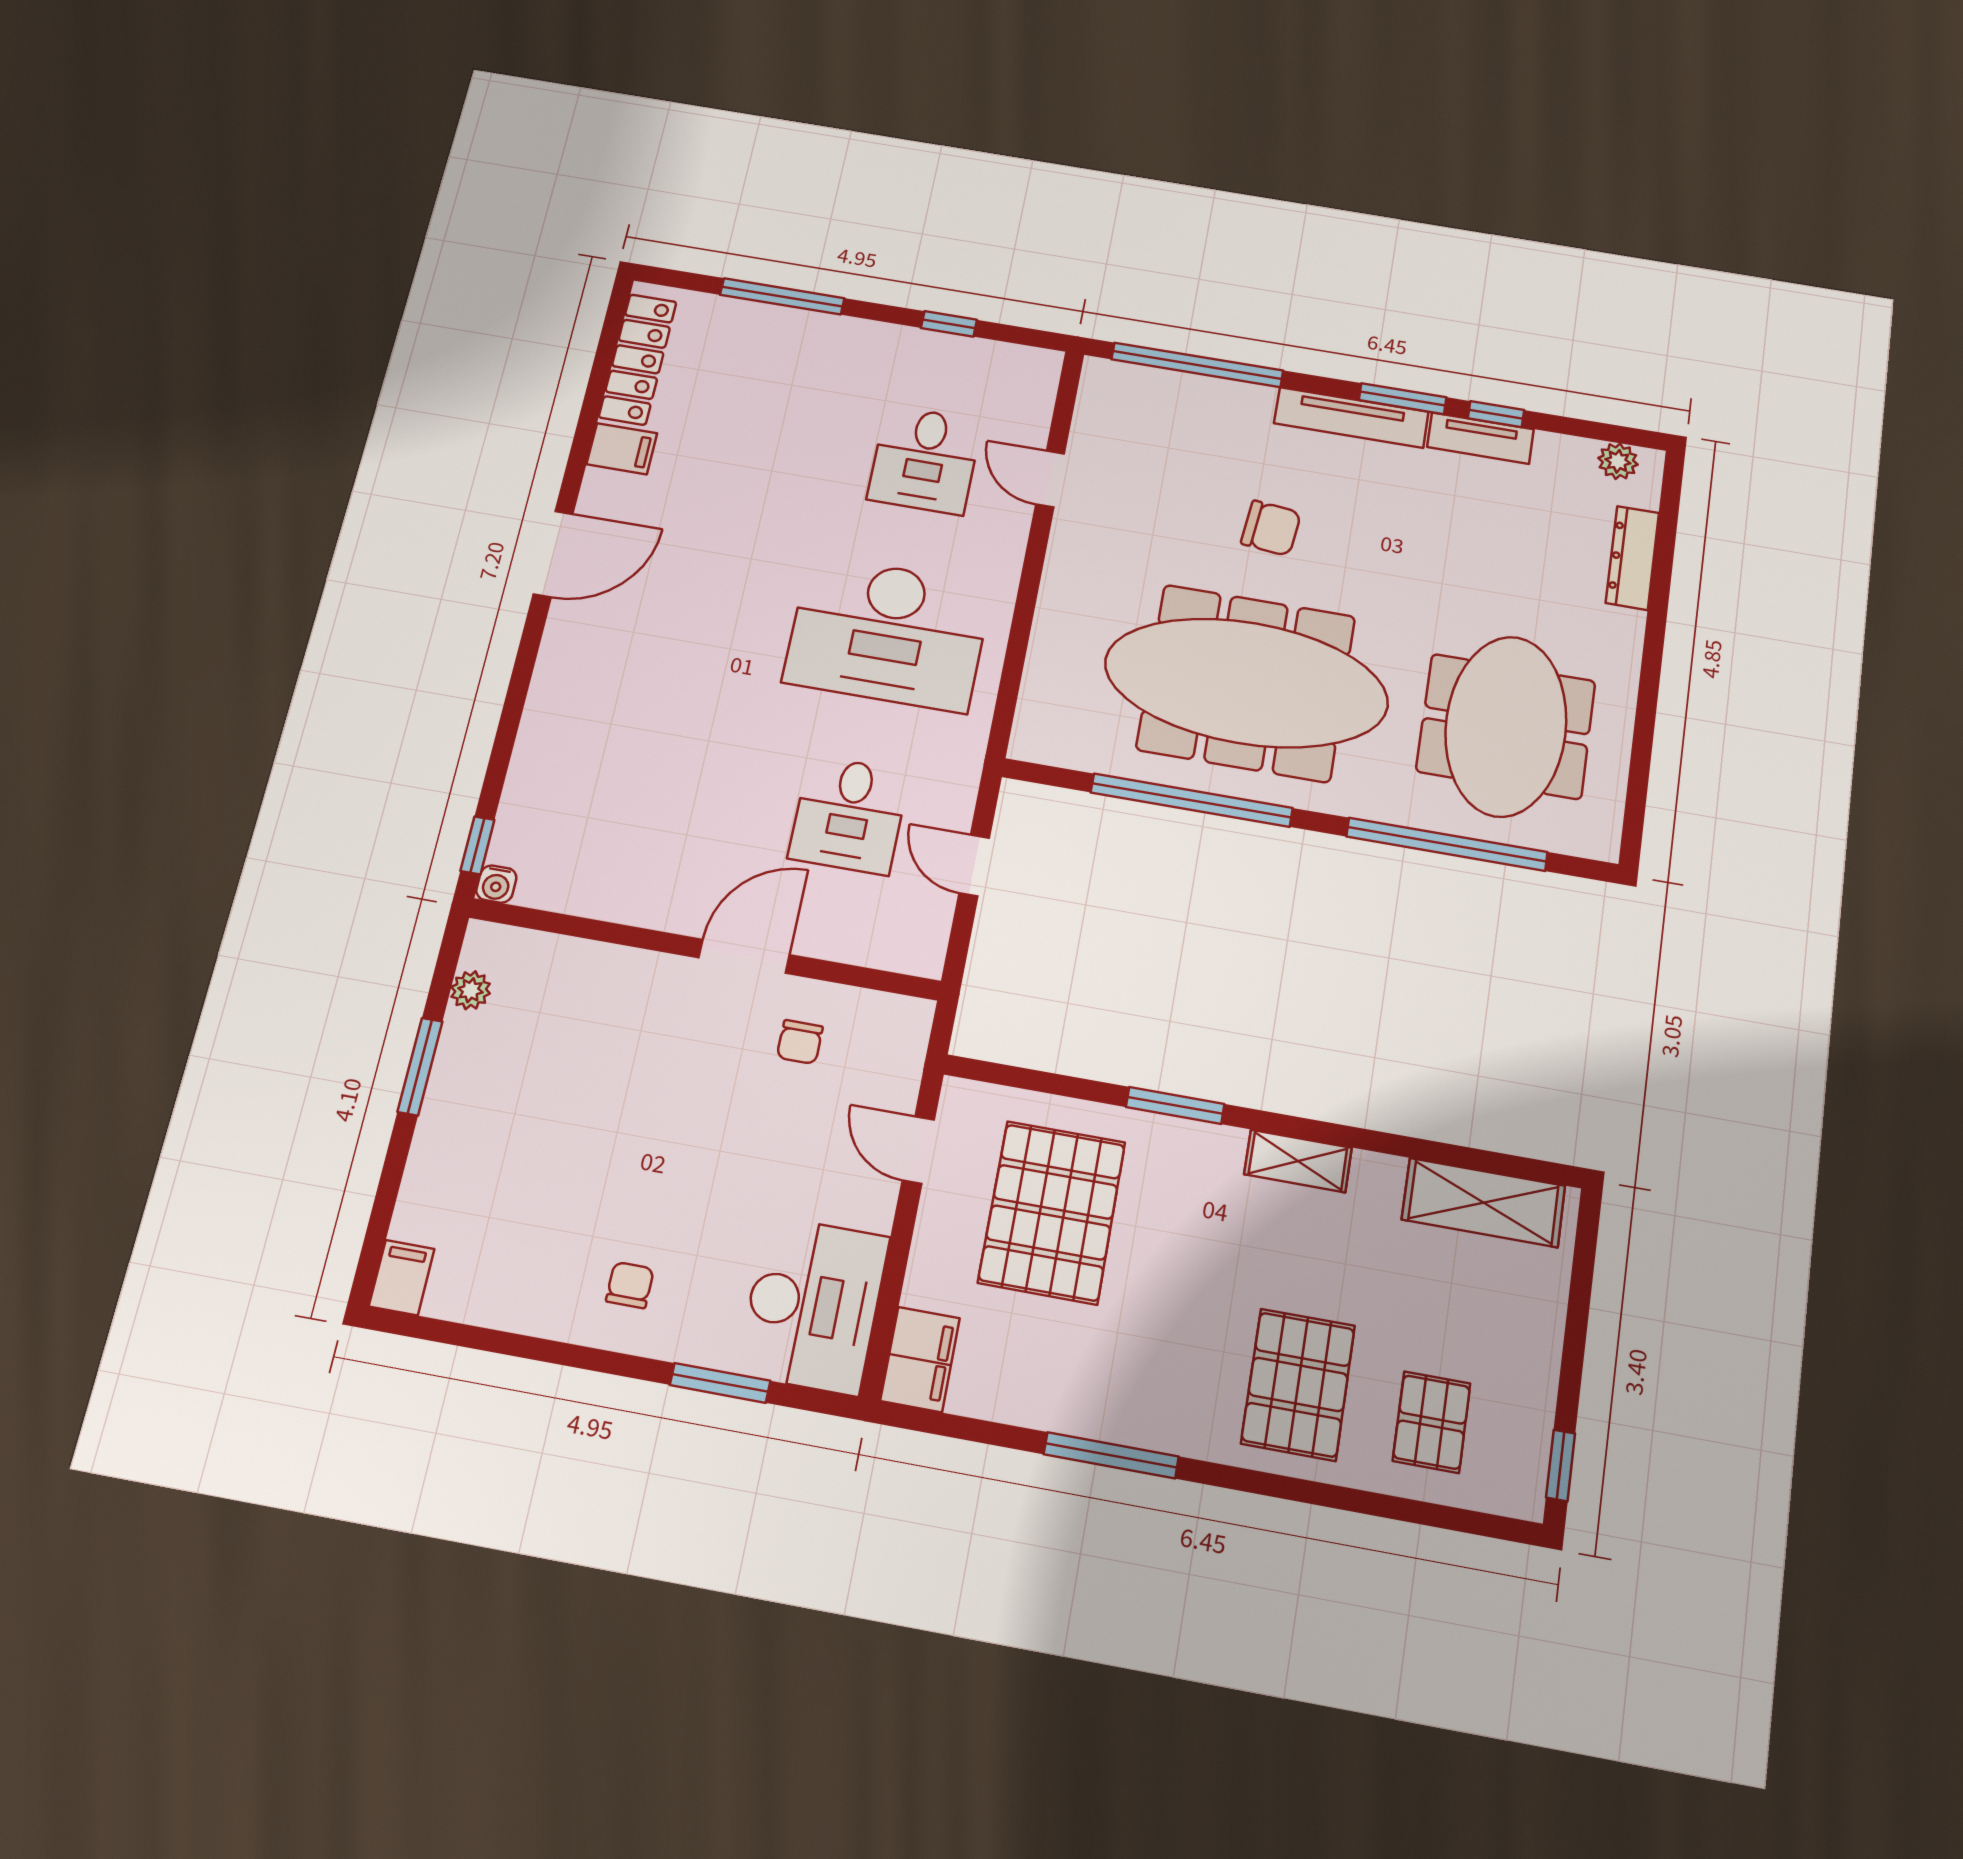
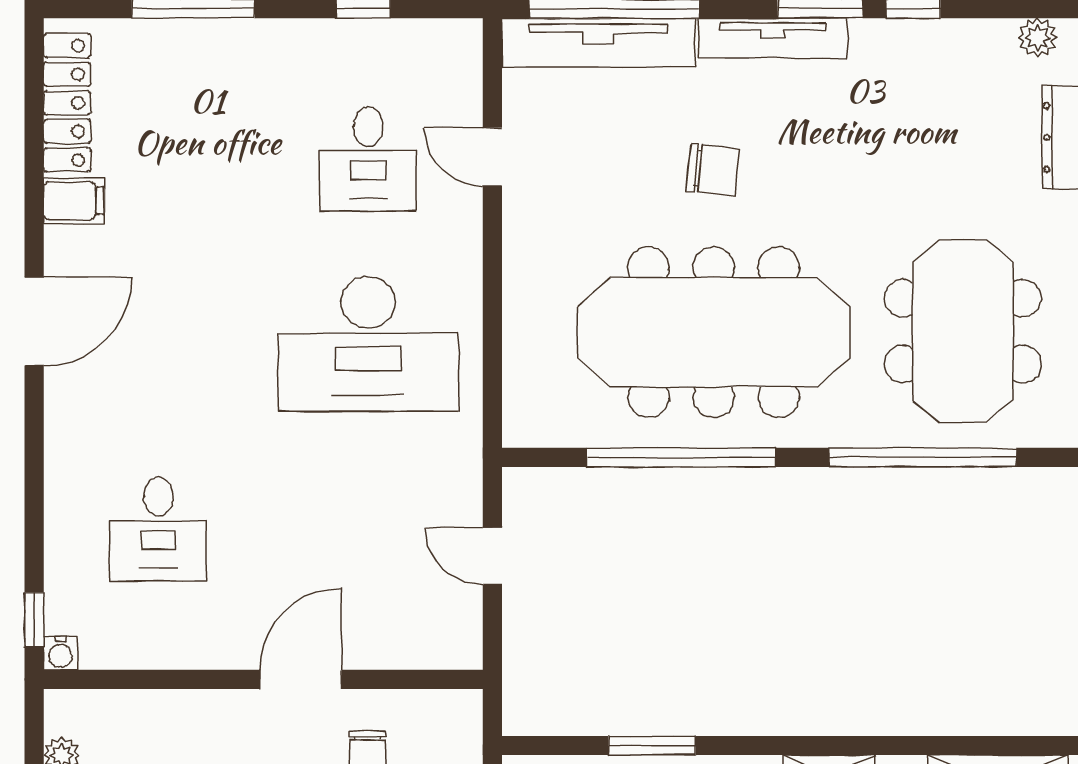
tv unit: (1480, 438) -> (598, 43), moved, width x1.92, depth x1.29
desk: (849, 815) -> (158, 529), moved
window: (1175, 1106) -> (652, 746), moved

